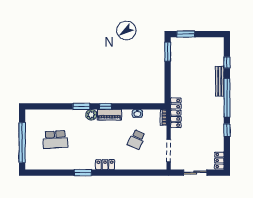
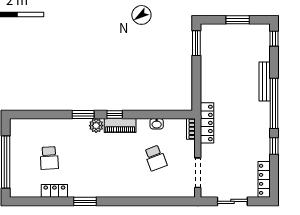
window: (186, 34) -> (238, 20), moved
window: (227, 62) -> (274, 39), moved
school desk: (55, 139) -> (49, 158), width x0.54
school desk: (136, 139) -> (155, 158), turned -45
locker: (219, 161) -> (264, 179), width x1.53
locker: (105, 165) -> (54, 191), moved

